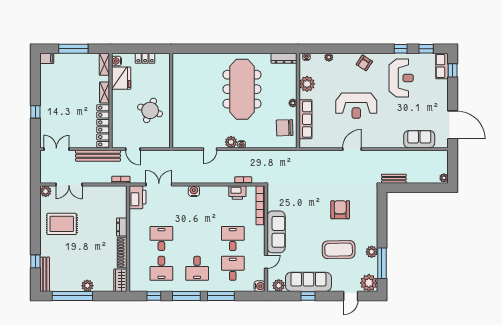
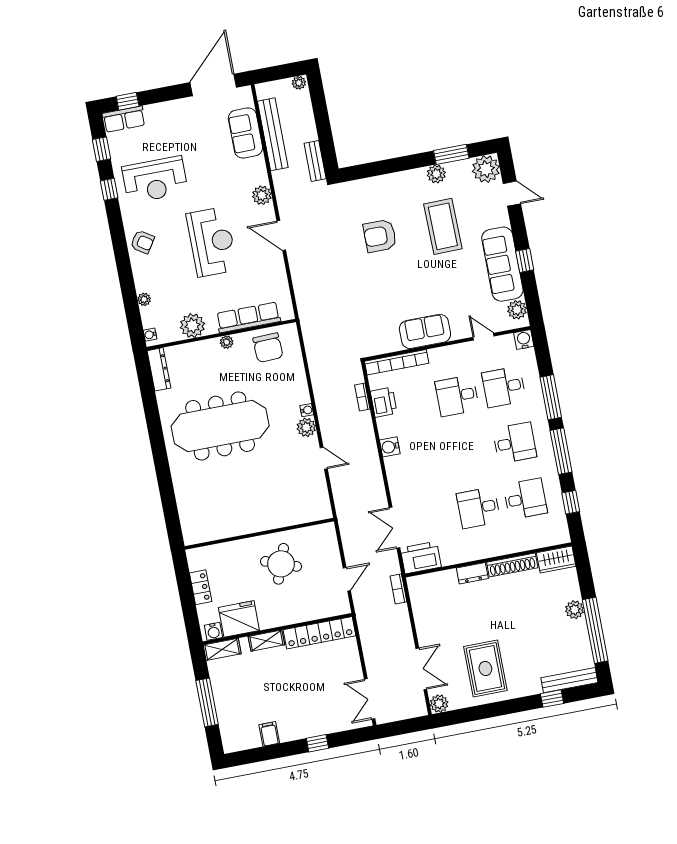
filing cabinet: (47, 58) -> (269, 734), moved
reception desk: (401, 78) -> (155, 180), turned 180
plant: (379, 142) -> (262, 195), added
bench: (98, 156) -> (273, 134), moved
water cooler: (194, 191) -> (390, 447), moved
sofa: (276, 232) -> (425, 331), width x0.73
window: (382, 263) -> (451, 154), width x0.69

